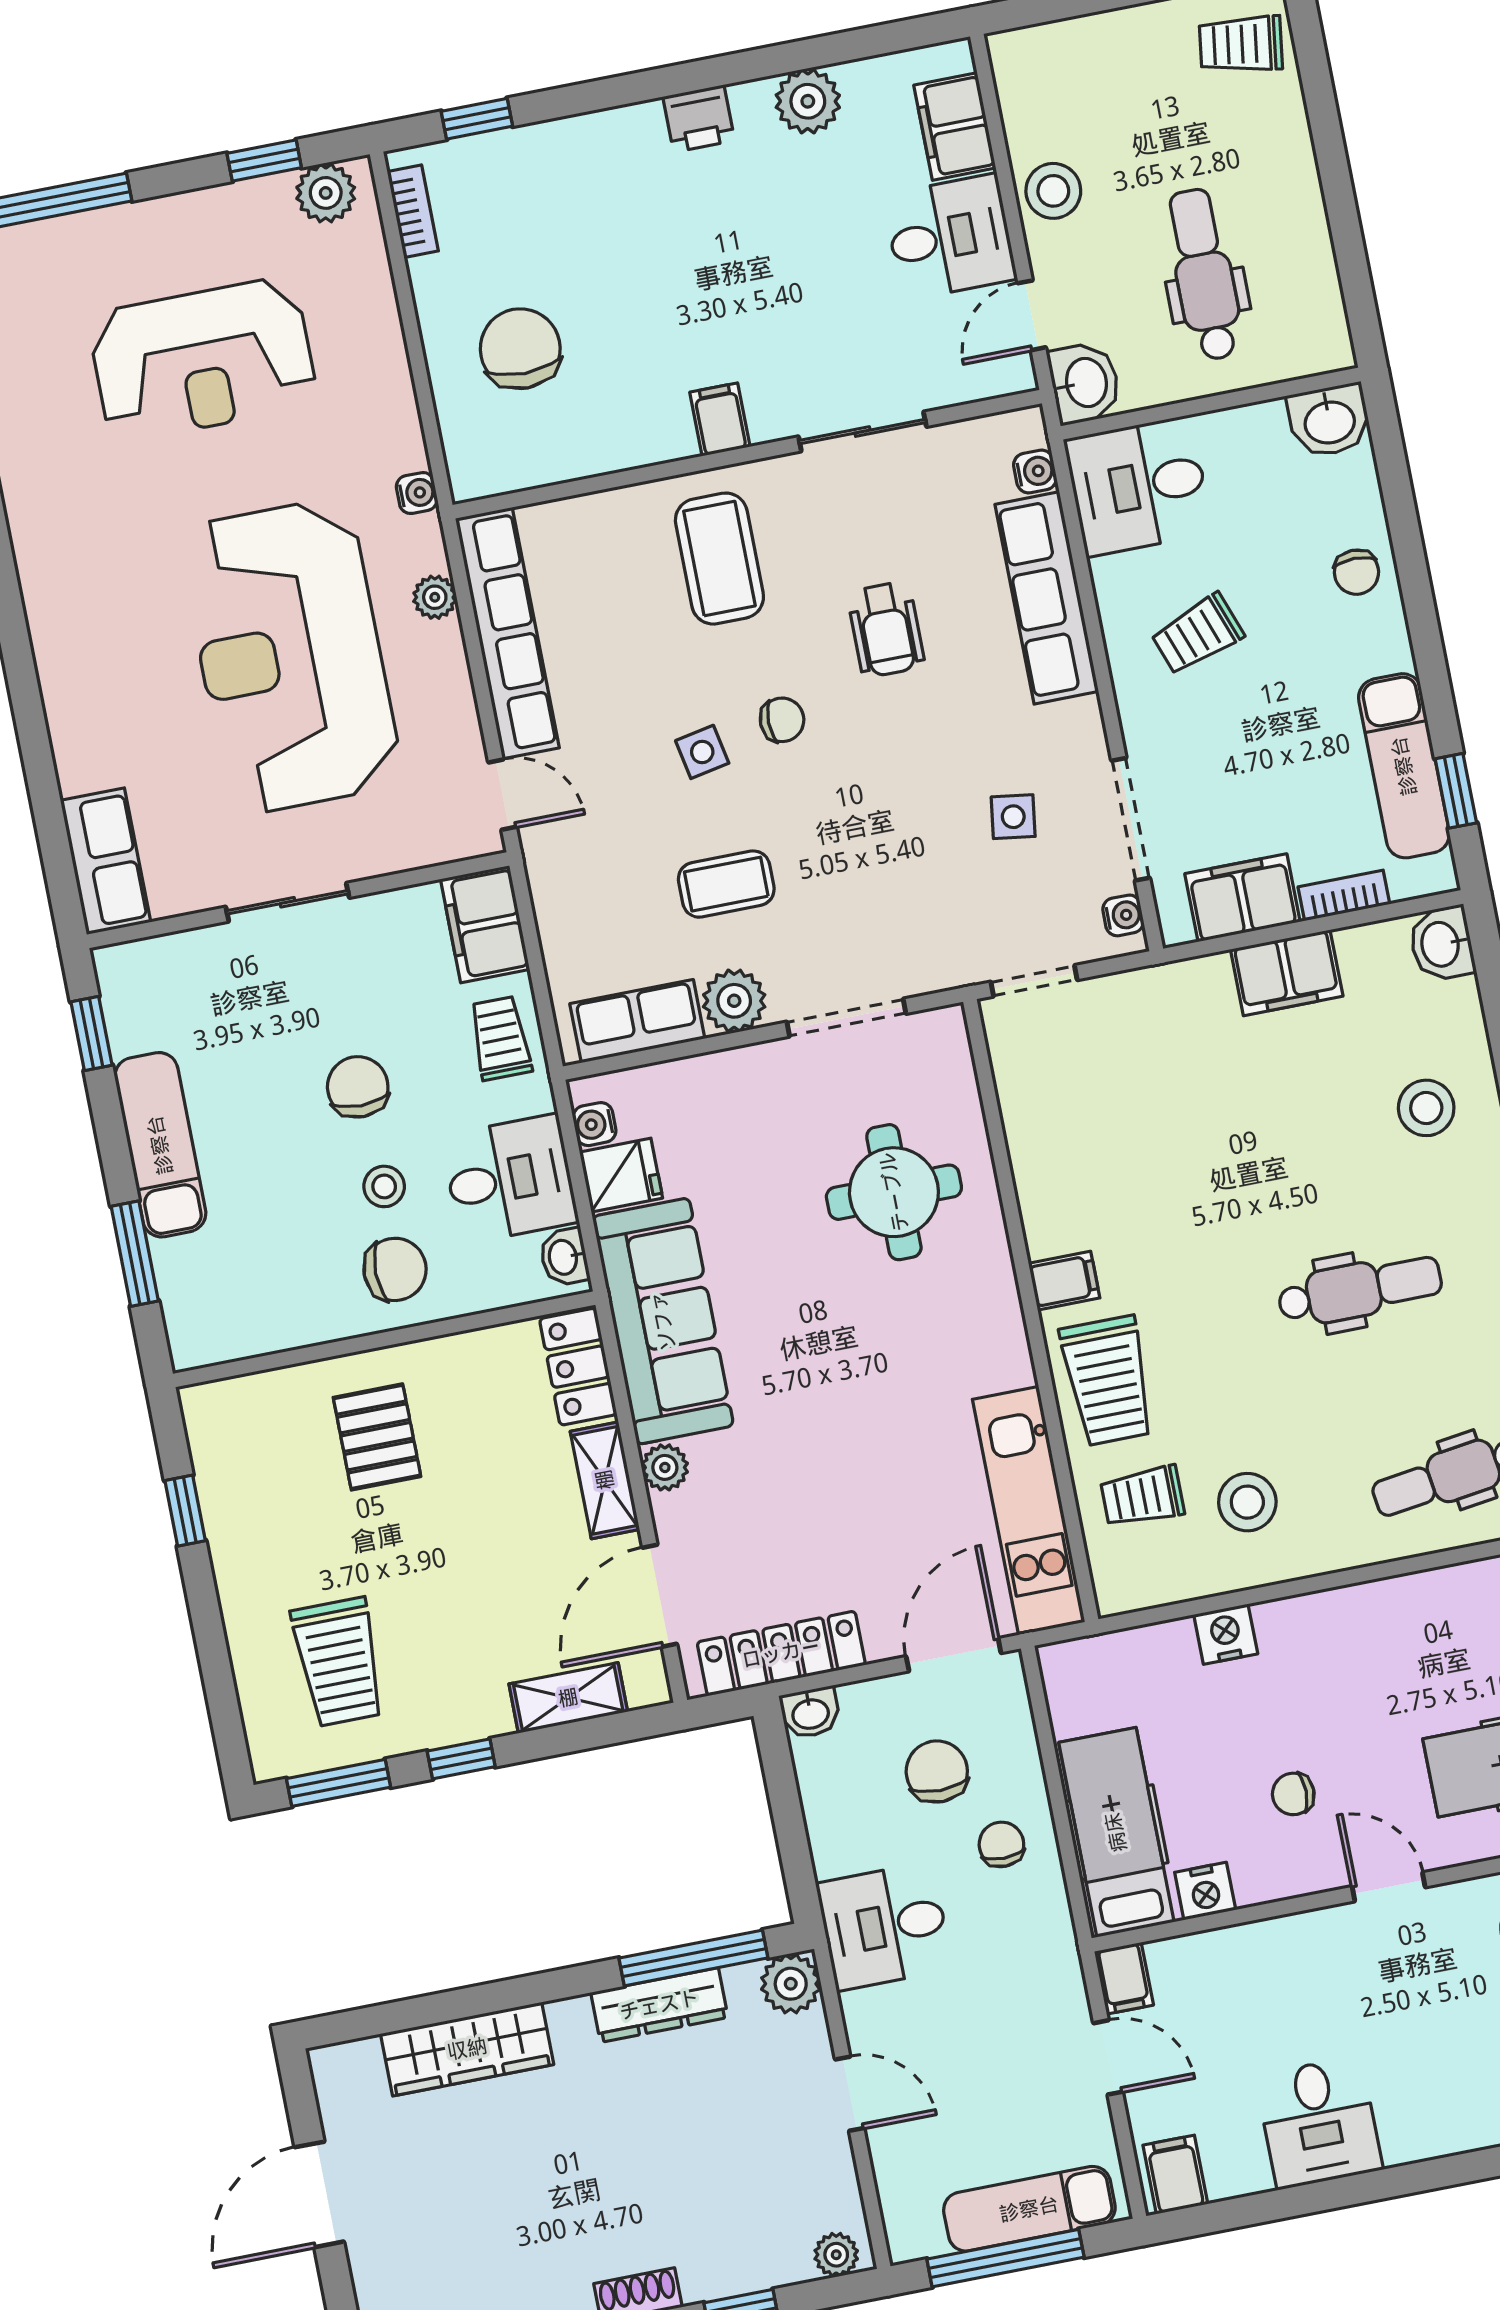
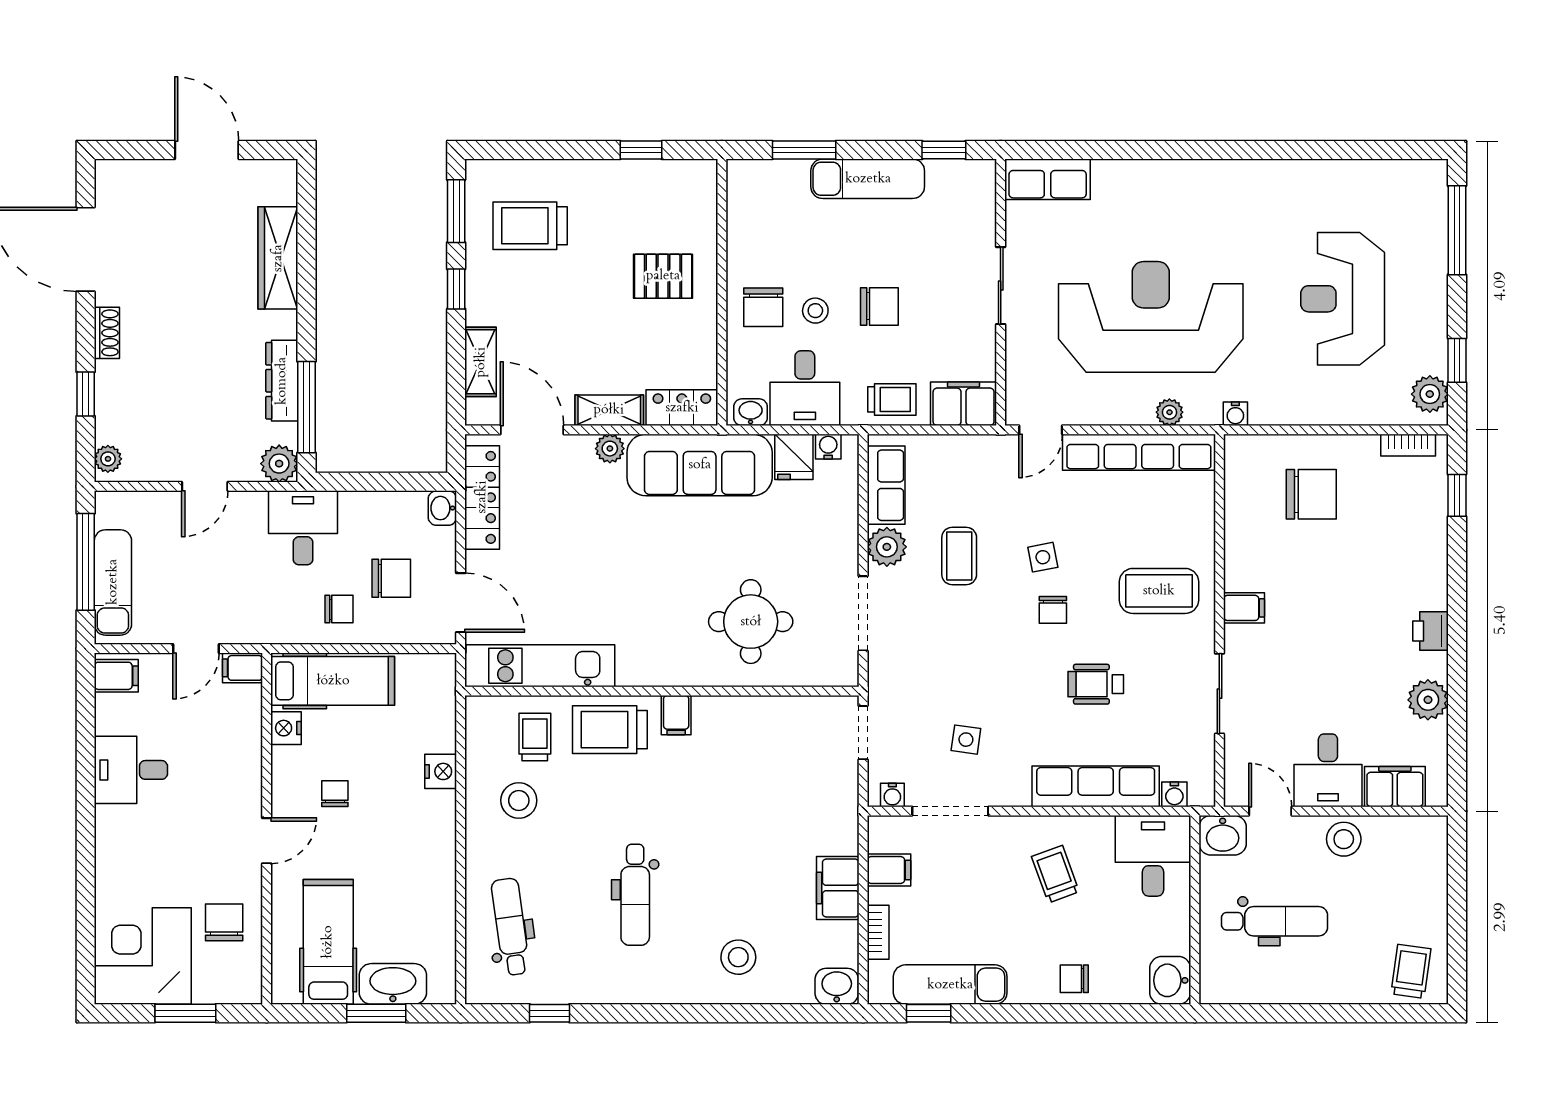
filing cabinet: (1242, 898) -> (889, 870), width x0.50

